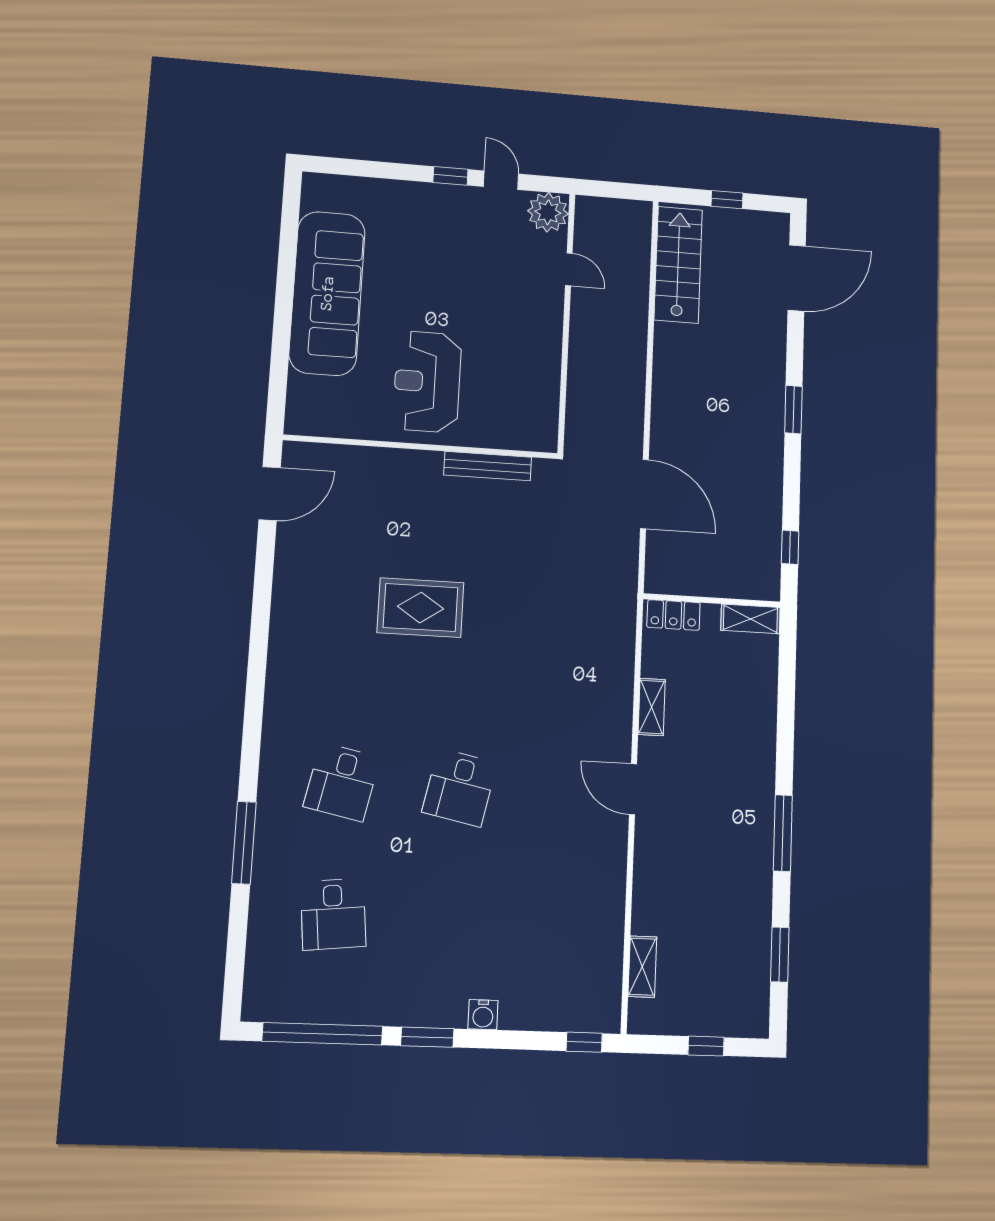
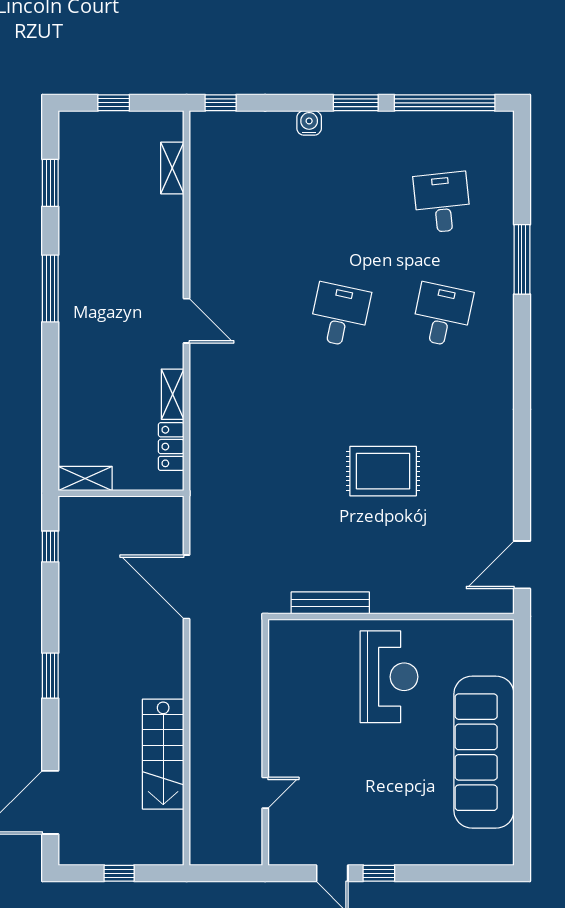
plant: (548, 212) -> (287, 846), removed
stairs: (678, 265) -> (163, 754), moved
door: (569, 269) -> (265, 793), swing flipped
locker: (673, 615) -> (171, 447), moved, turned -90

